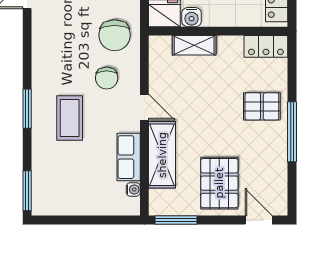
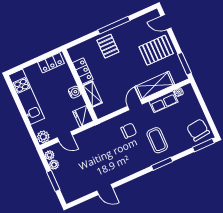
water cooler: (192, 17) -> (75, 92), moved
chair: (115, 35) -> (198, 130), moved, turned -97
locker: (266, 46) -> (83, 71), moved
coffee table: (70, 118) -> (157, 140), turned 90
door: (259, 220) -> (166, 22), hinge flipped

